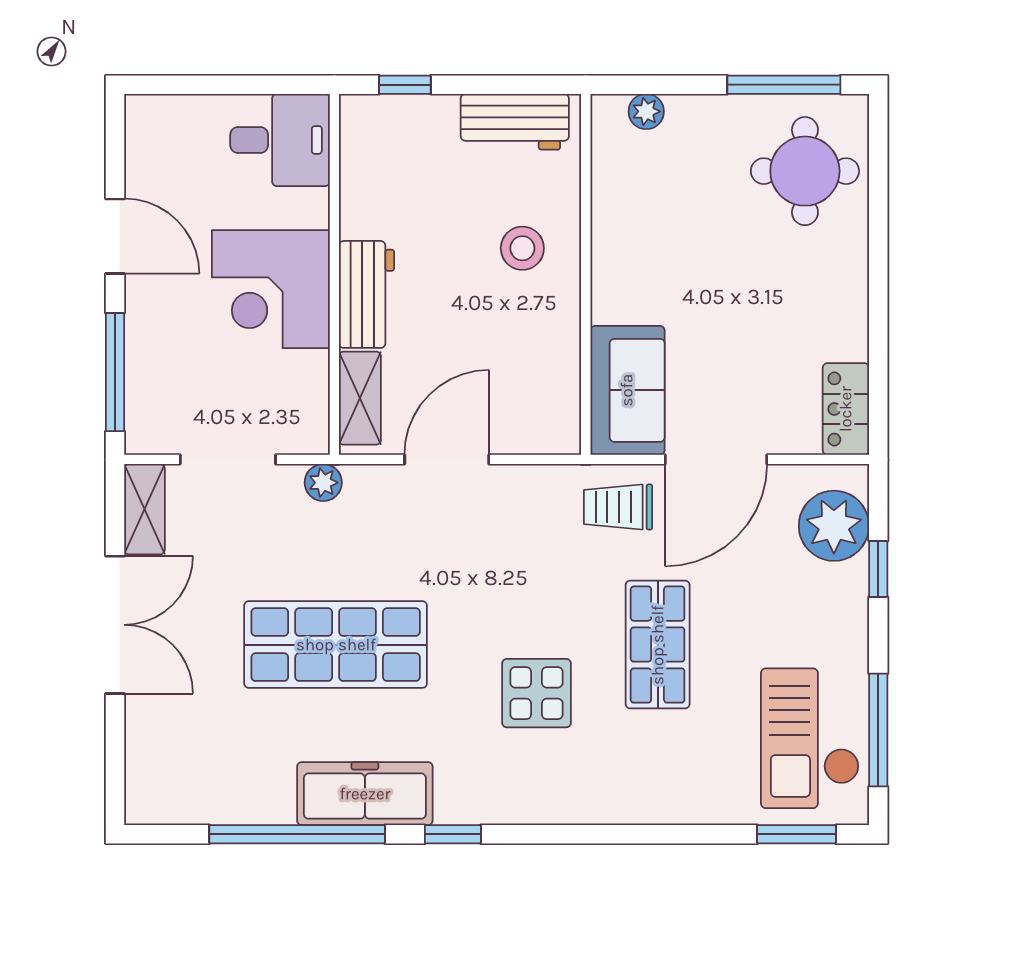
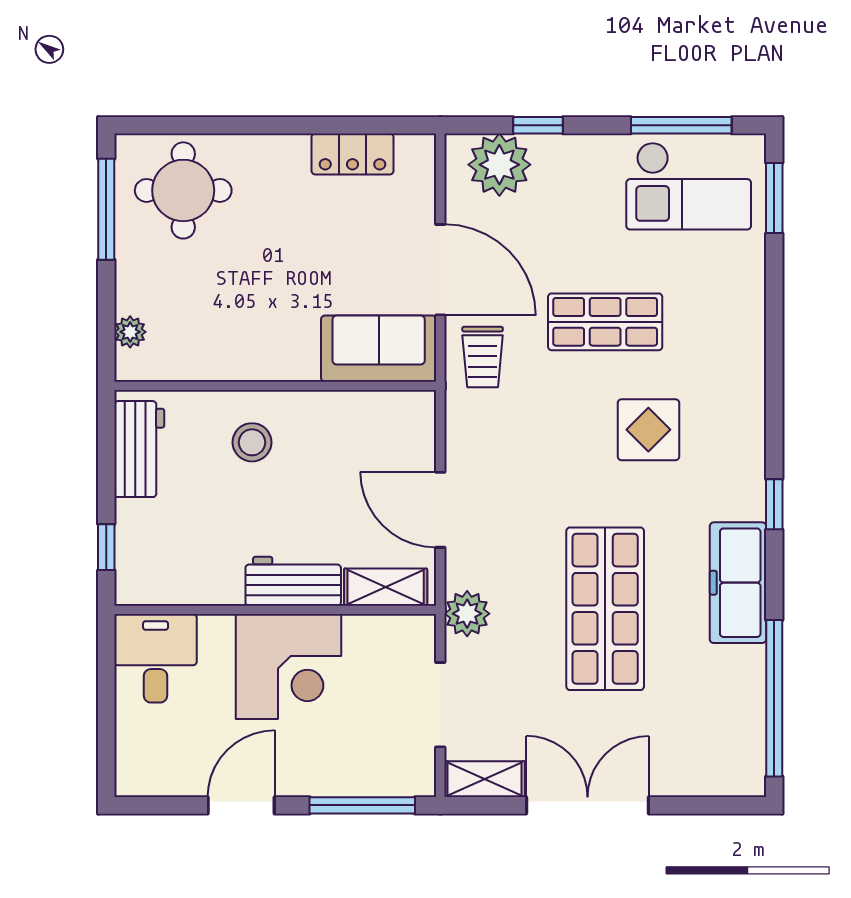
locker: (846, 409) -> (353, 154), moved
plant: (323, 483) -> (467, 614), width x1.38, depth x1.38
window: (297, 834) -> (774, 698), moved

